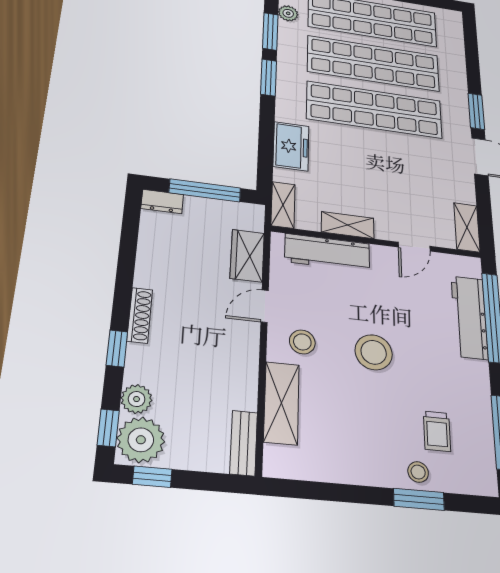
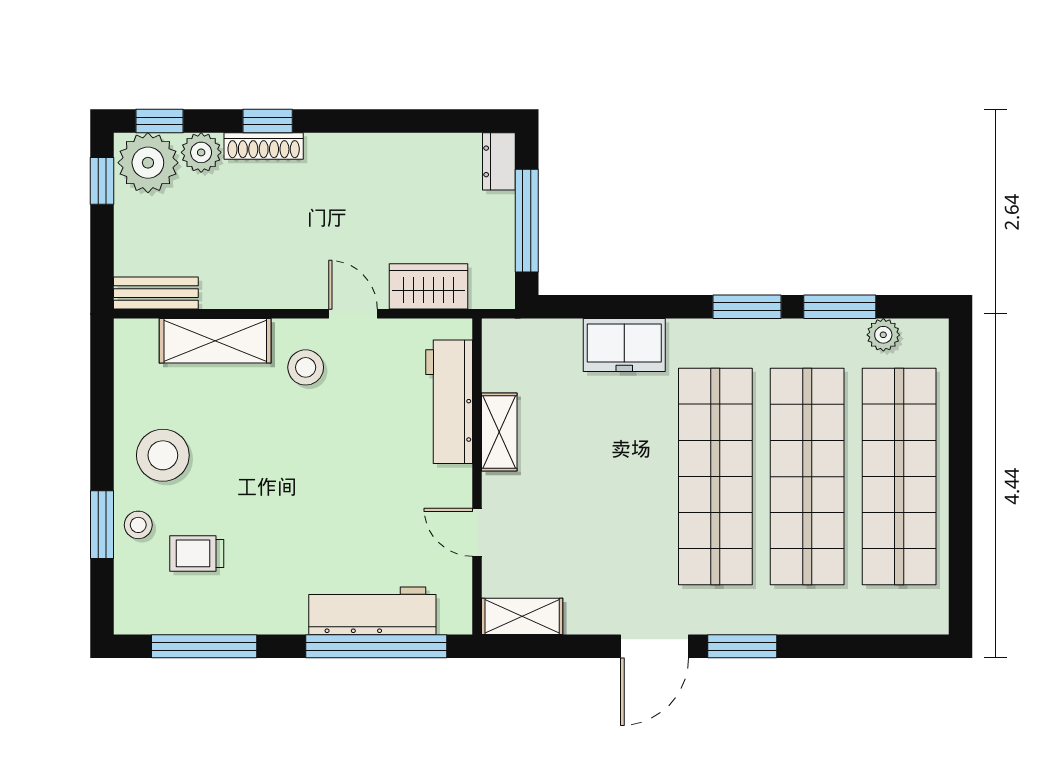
shelving: (283, 205) -> (519, 335), removed
shoe rack: (140, 315) -> (264, 146), moved
stool: (374, 352) -> (163, 455), moved

